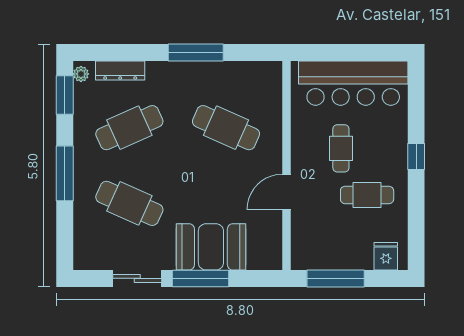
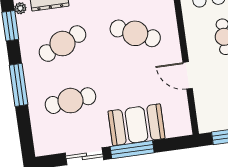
door: (286, 192) -> (188, 75), hinge flipped
cafe table: (129, 203) -> (70, 101), turned -30

